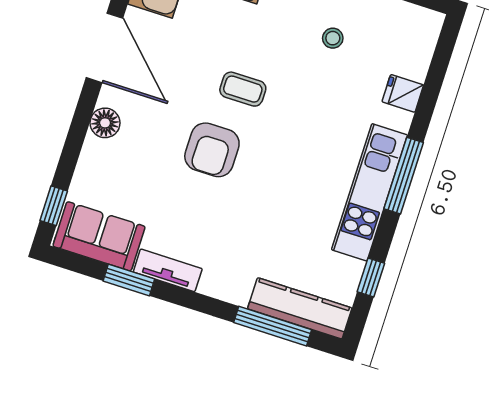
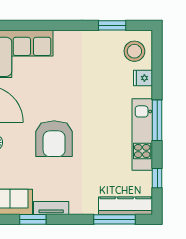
stool: (333, 38) -> (134, 51), moved, width x1.89, depth x1.89
coffee table: (243, 89) -> (60, 102), removed
armchair: (212, 150) -> (54, 139), width x1.36, depth x1.36

